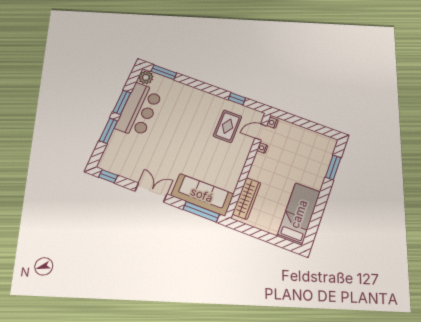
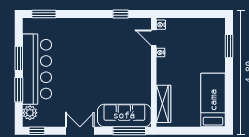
plant: (146, 77) -> (30, 113), moved
bar counter: (139, 110) -> (37, 69), width x1.36
rug: (228, 126) -> (122, 44), removed
door: (261, 132) -> (154, 38), hinge flipped

